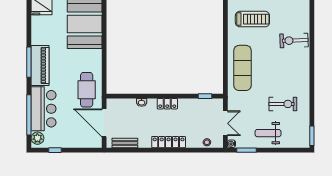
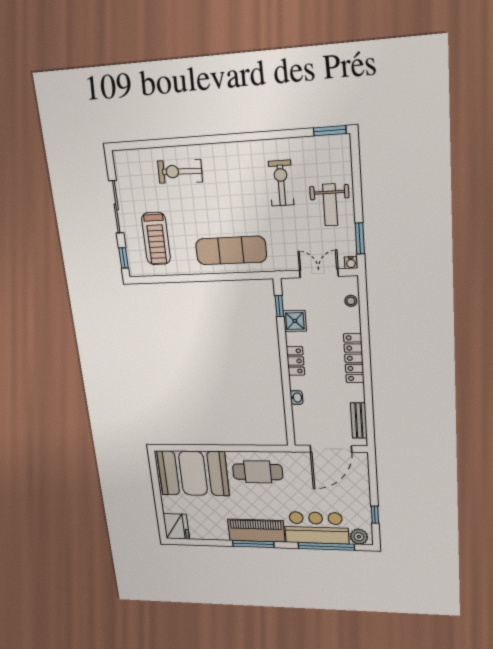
treadmill: (252, 19) -> (156, 239), turned 180
exercise bike: (294, 40) -> (180, 171), turned 94
cafe table: (87, 90) -> (258, 472), moved
shower: (195, 105) -> (295, 321), added

